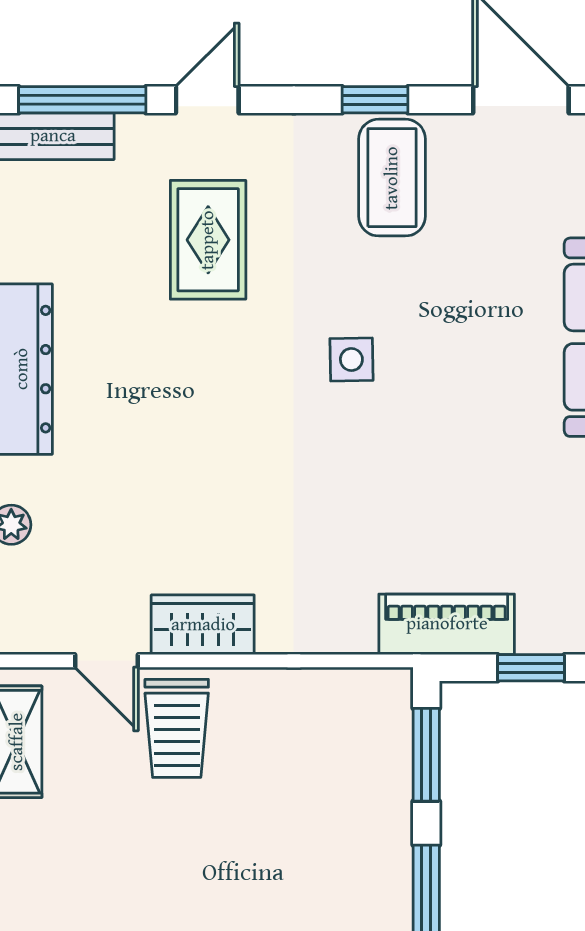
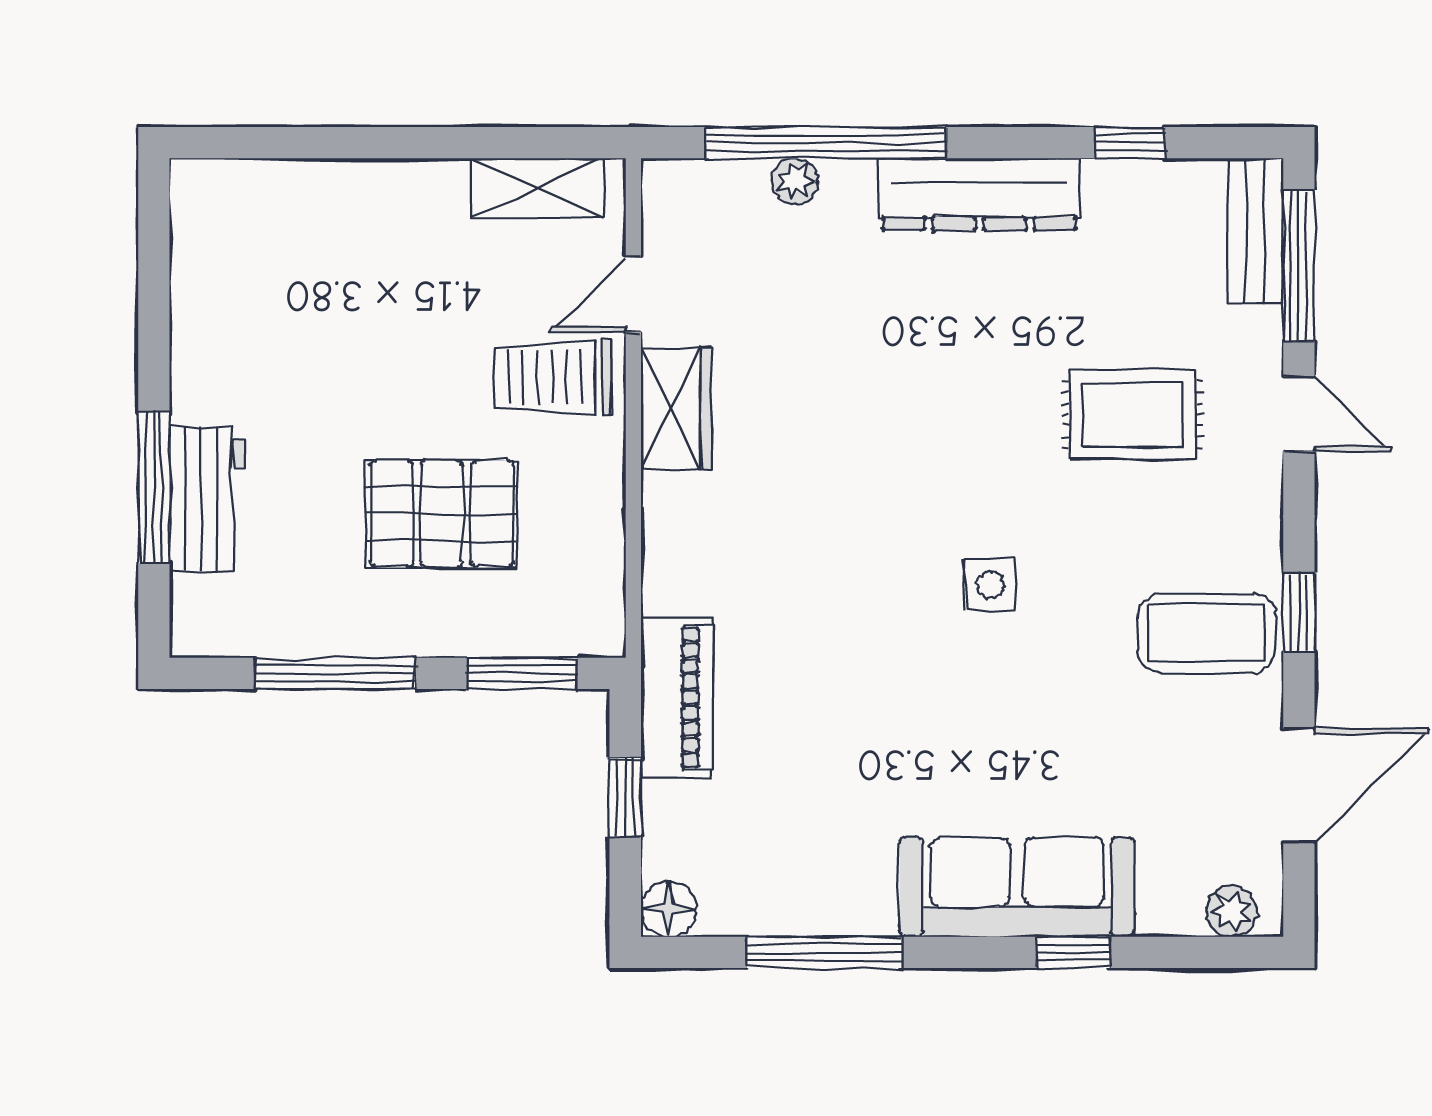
pallet: (292, 822) -> (442, 514), added

